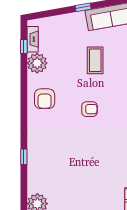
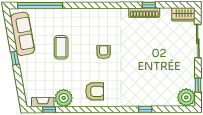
coffee table: (95, 60) -> (61, 47), turned 90

